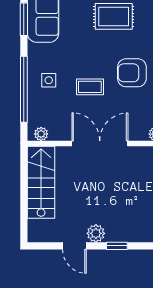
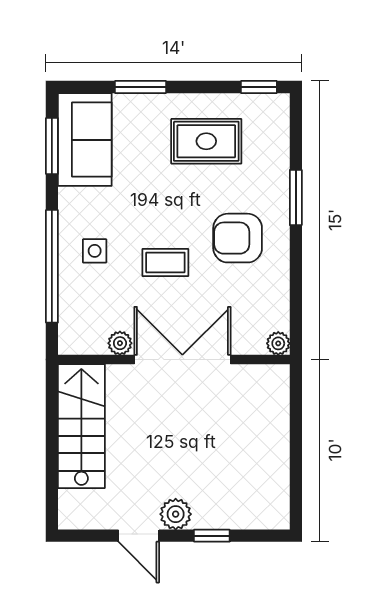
plant: (41, 134) -> (120, 343), moved

